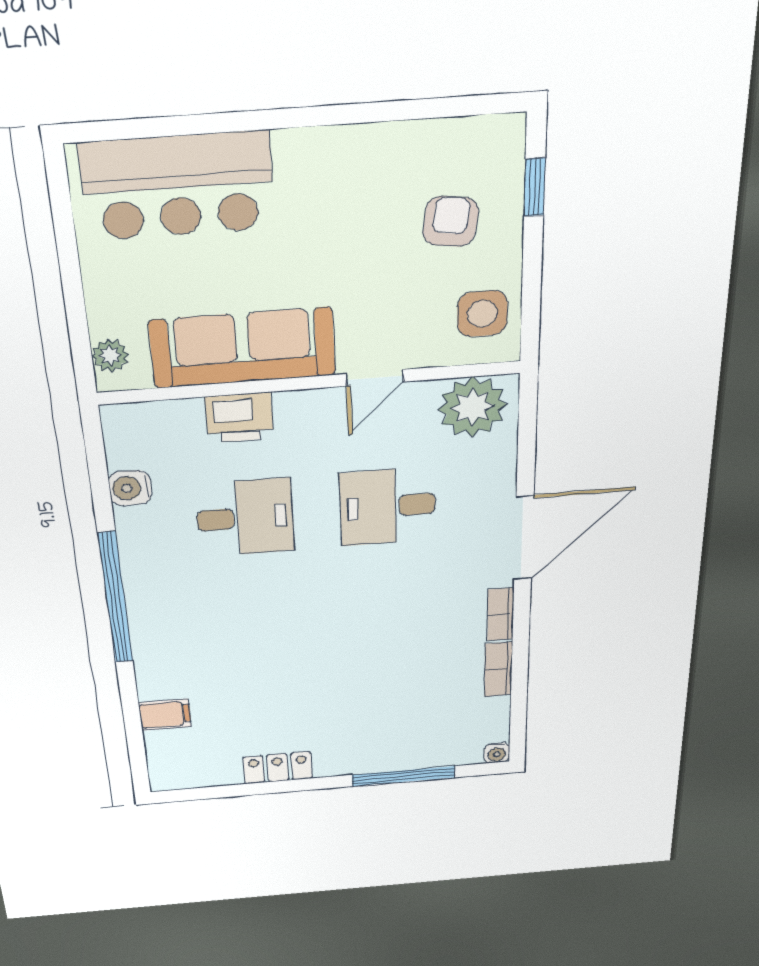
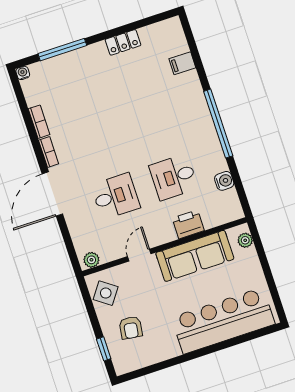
bar counter: (178, 186) -> (223, 321), width x1.36
side table: (482, 314) -> (106, 293), turned 36
plant: (472, 407) -> (91, 260), width x0.53, depth x0.53

